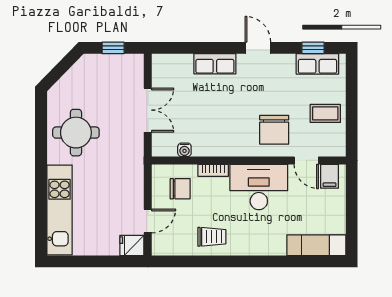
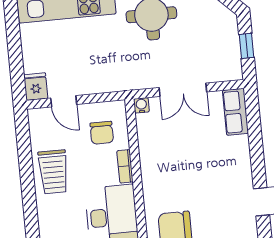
row of seats: (215, 64) -> (235, 112), moved
water cooler: (184, 150) -> (141, 105), moved, turned 90
trolley: (212, 237) -> (53, 172), width x1.36, depth x1.39

